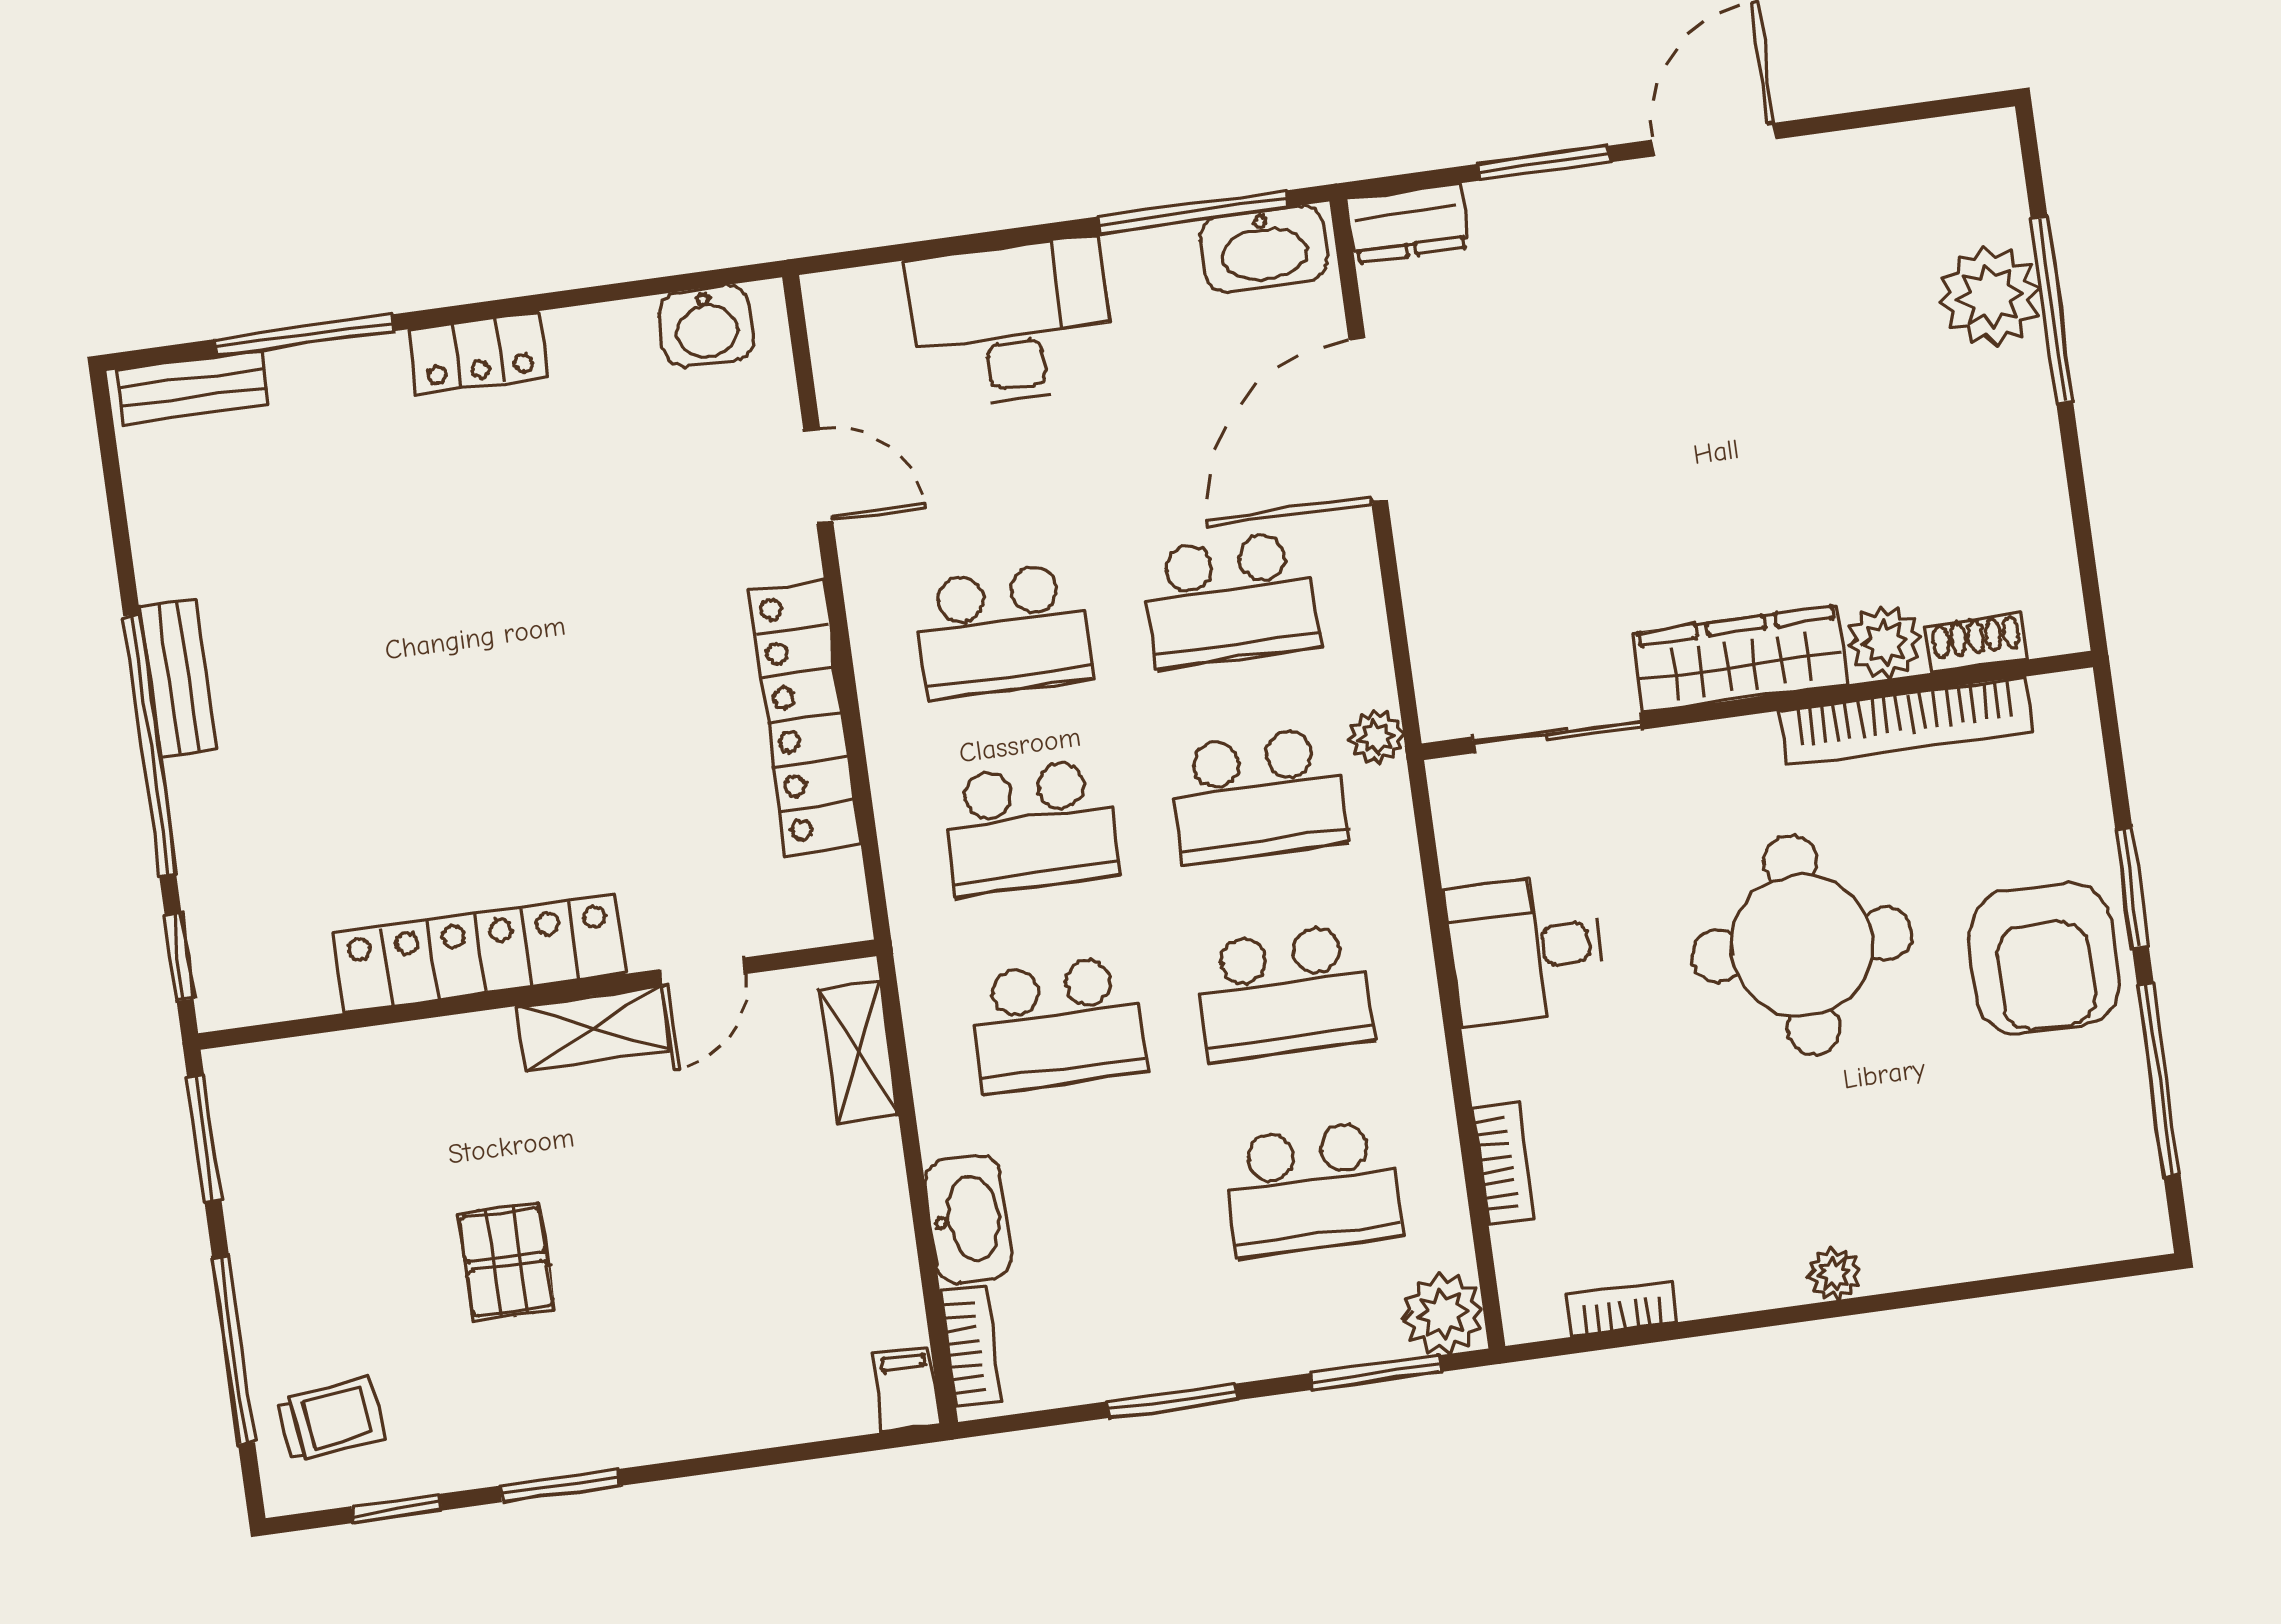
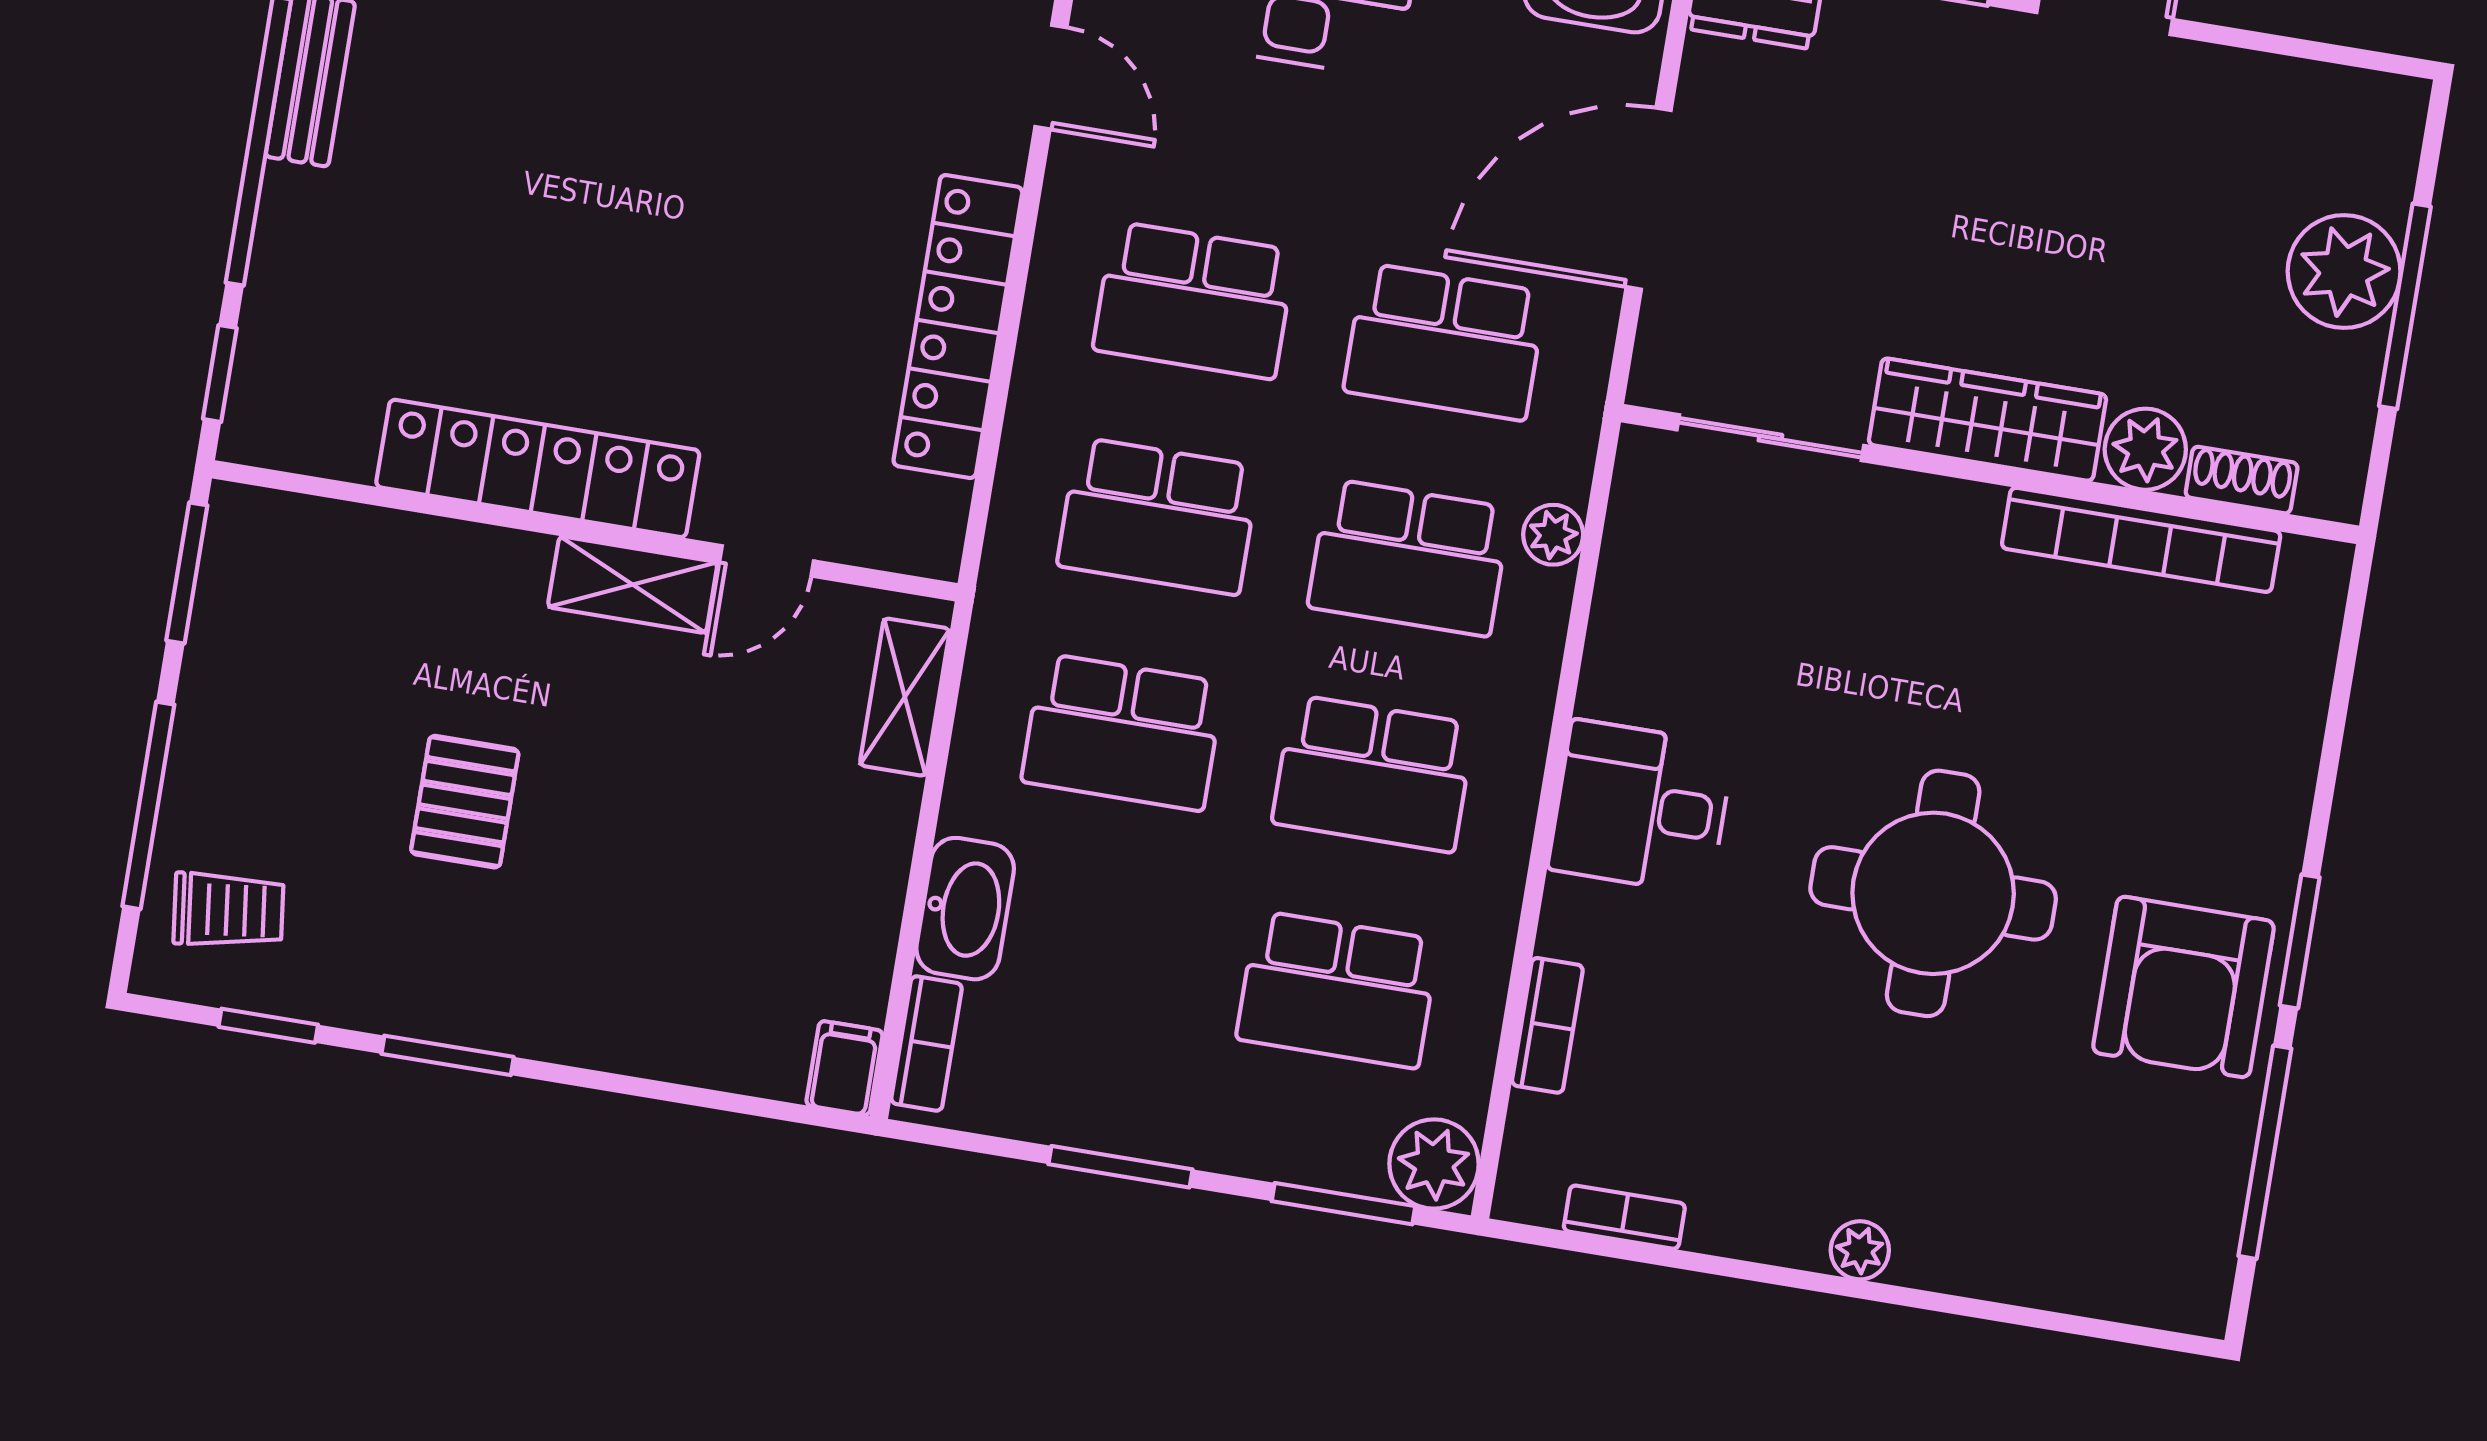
plant: (1885, 642) -> (2145, 449), moved
shoe rack: (1977, 643) -> (2242, 480), moved
wardrobe: (1740, 659) -> (1987, 420), moved
wall: (1757, 705) -> (1990, 474), moved
bookcase: (1906, 722) -> (2141, 540), moved
sliding door: (1557, 733) -> (1770, 438), moved

